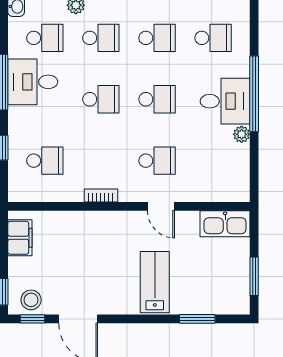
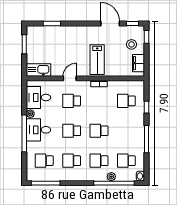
desk: (33, 82) -> (38, 98), moved, turned 180
door: (161, 206) -> (70, 78), hinge flipped
lab bench: (155, 282) -> (97, 60), moved
stool: (31, 300) -> (132, 44), moved

